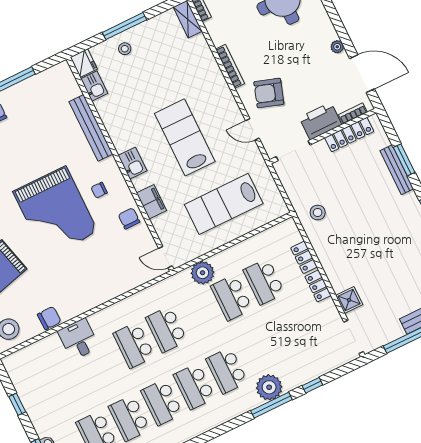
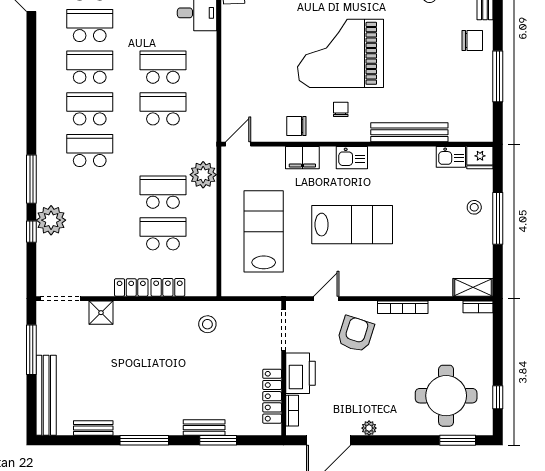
bench: (397, 170) -> (204, 428), width x0.73
chair: (129, 218) -> (296, 126), turned 180
plant: (269, 387) -> (51, 220), moved

